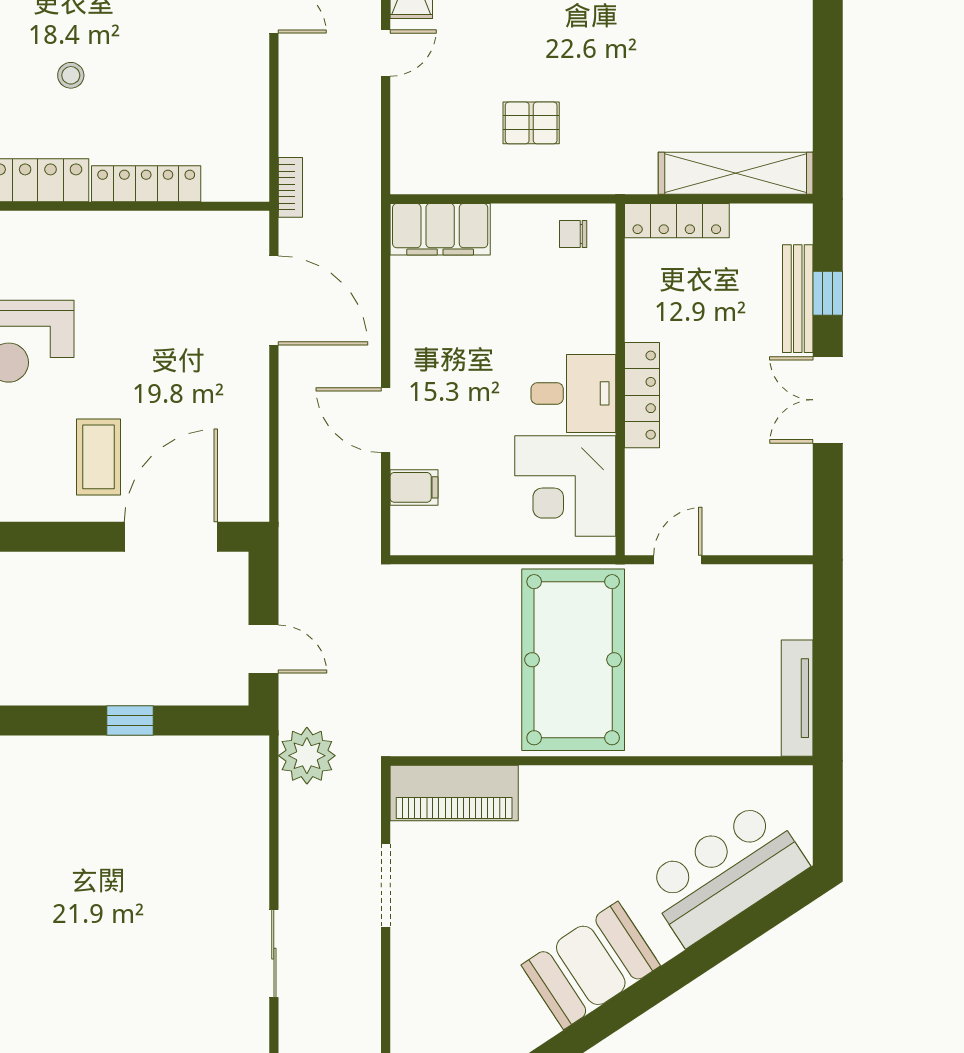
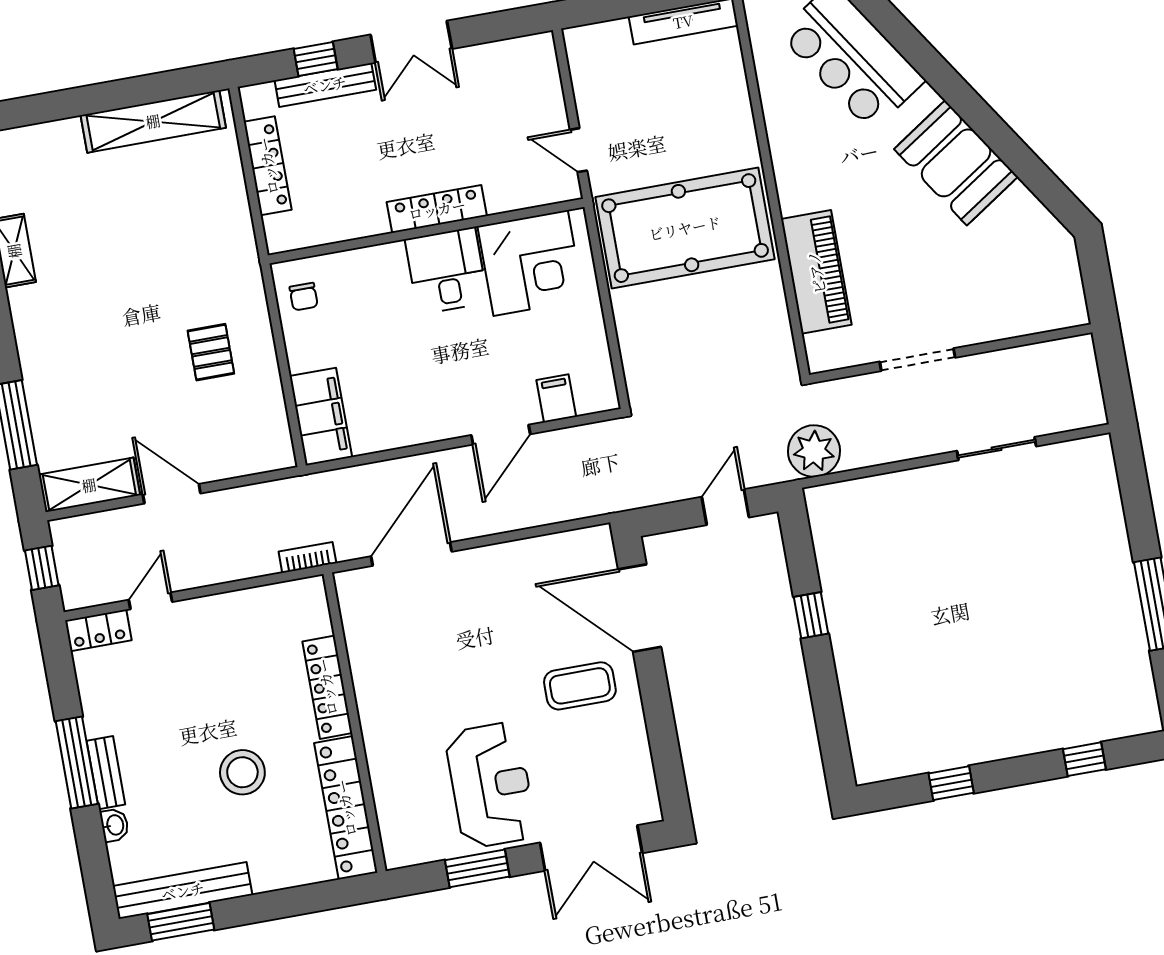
door: (386, 53) -> (172, 494), width x1.38
stool: (71, 75) -> (242, 772), width x1.89, depth x1.89
shelving: (736, 173) -> (153, 121), moved, turned 90
locker: (677, 221) -> (268, 166), moved
piano: (454, 793) -> (816, 272), moved

